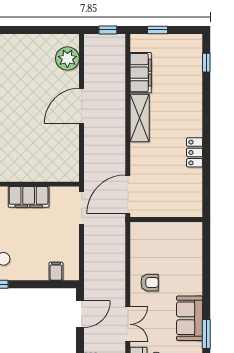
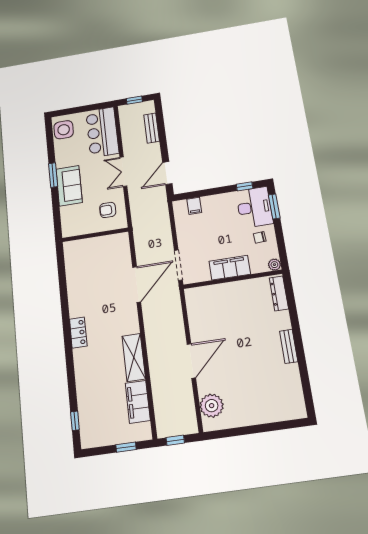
wall: (166, 220) -> (95, 235), moved

